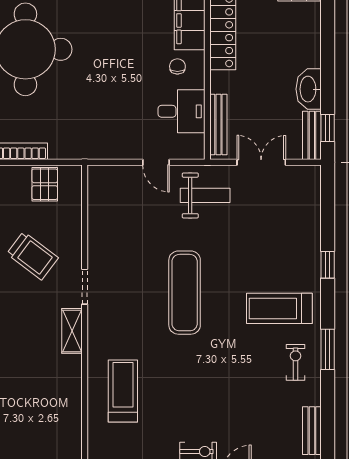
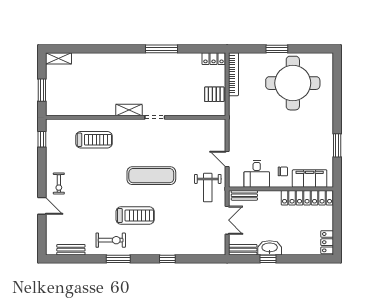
bench: (218, 124) -> (244, 195), width x0.73
window: (328, 128) -> (268, 259), moved
door: (156, 162) -> (227, 159), hinge flipped
trolley: (32, 256) -> (173, 87), removed
treadmill: (279, 308) -> (135, 215), moved, turned 90
exercise bike: (296, 362) -> (111, 240), width x1.38, depth x1.39

